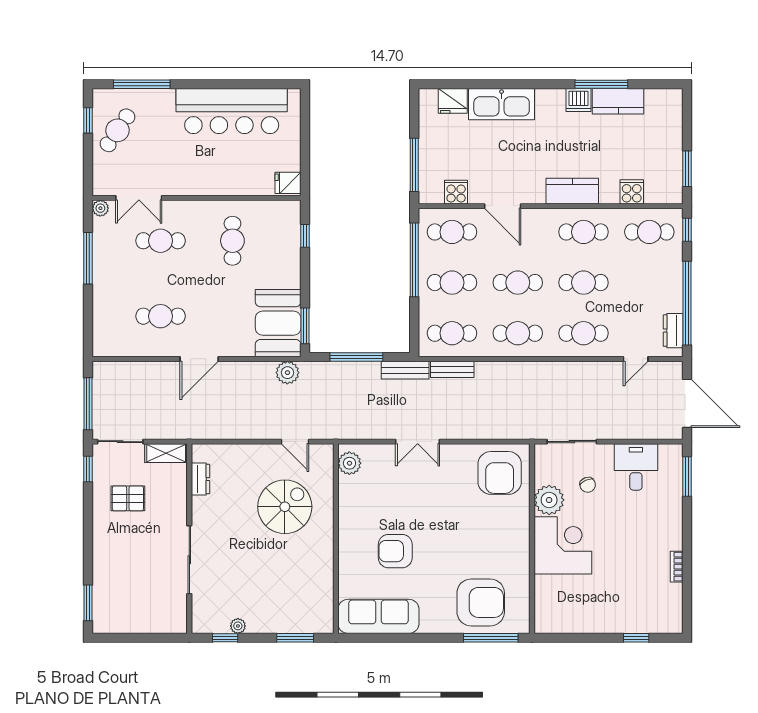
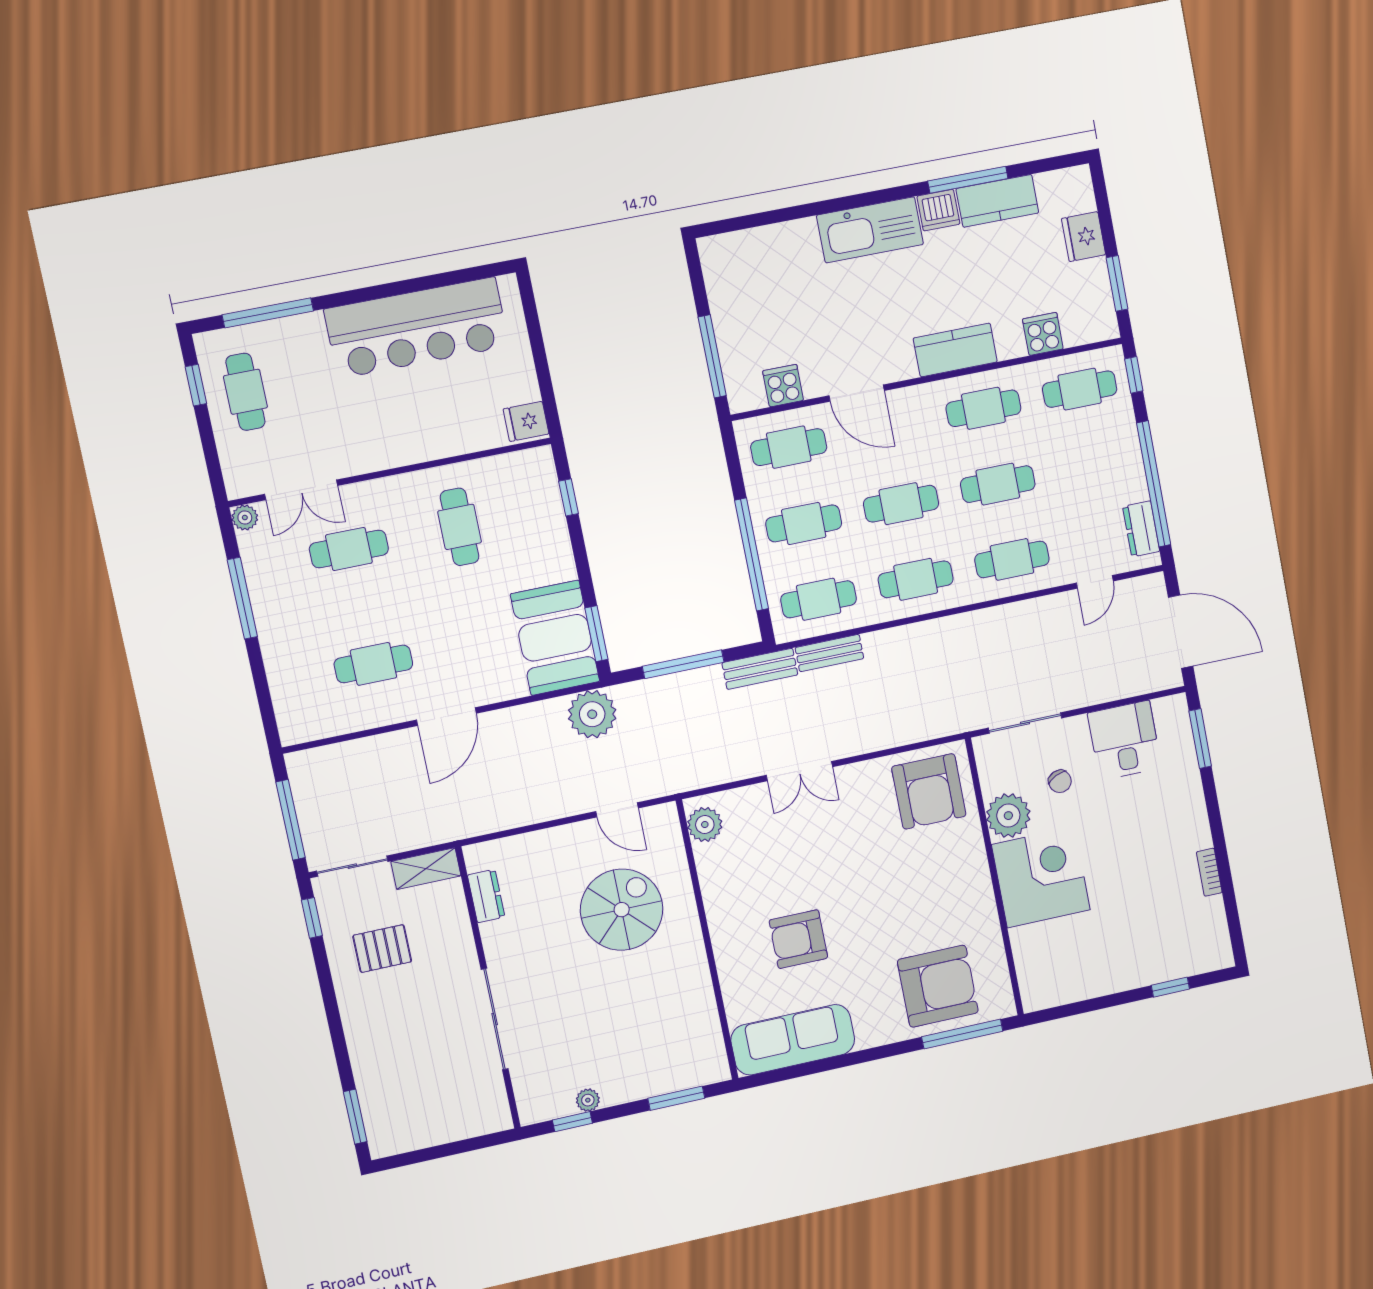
fridge: (453, 101) -> (1084, 237), moved, turned 90
kitchen sink: (502, 104) -> (870, 230), moved
cafe table: (118, 130) -> (245, 392), turned -34
window: (414, 260) -> (751, 555), moved
plant: (287, 373) -> (592, 714), width x1.36, depth x1.36

